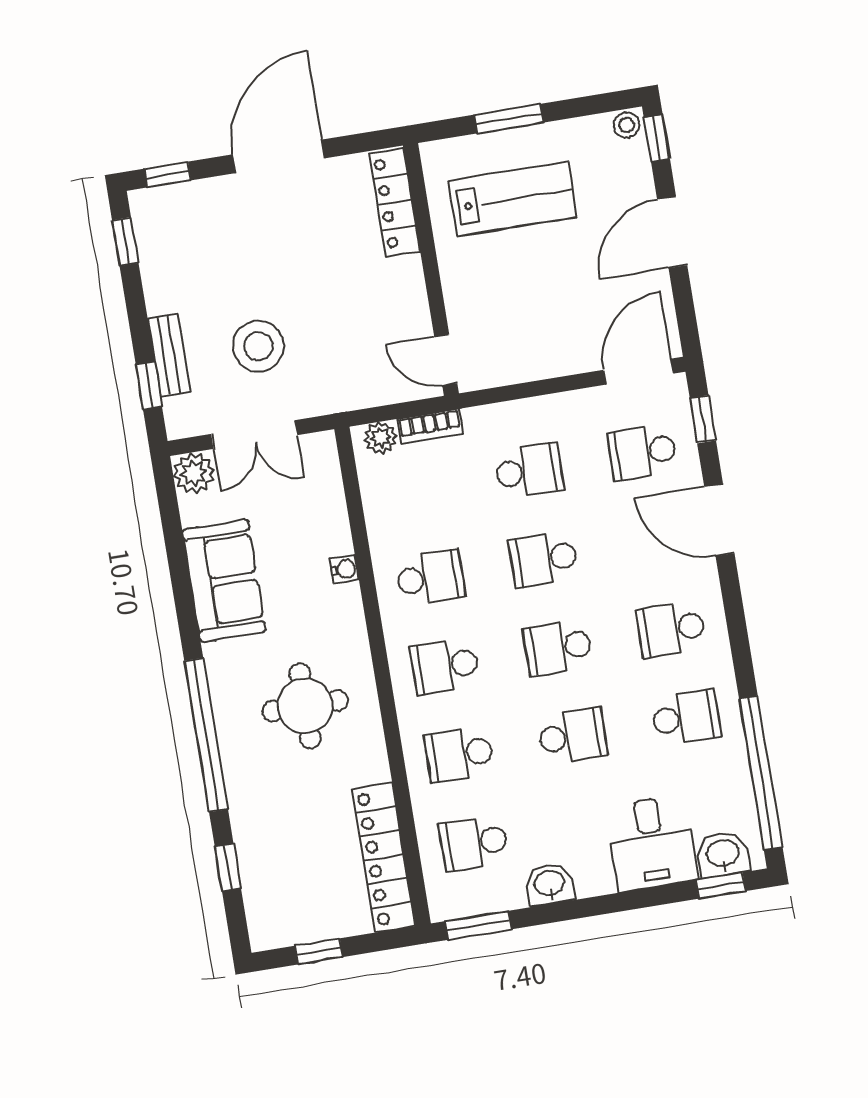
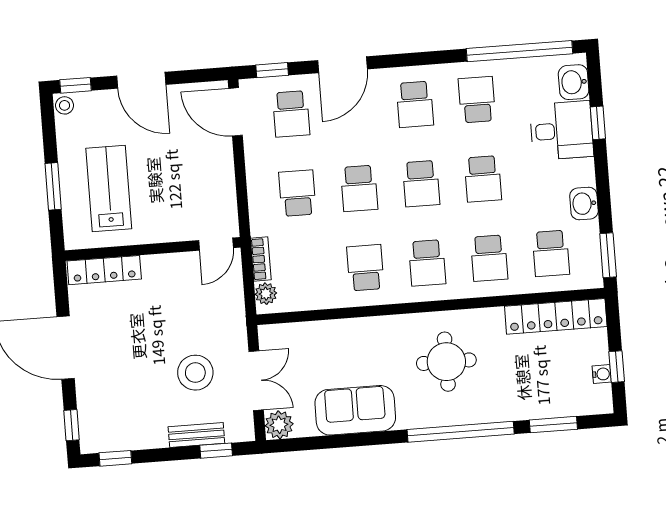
water cooler: (344, 569) -> (602, 374), moved, turned 90
school desk: (573, 736) -> (483, 179), turned 180
window: (228, 867) -> (553, 425), width x1.50
window: (721, 886) -> (598, 123), moved

